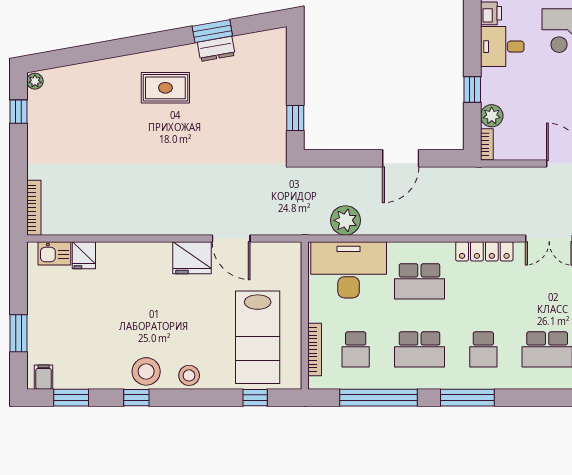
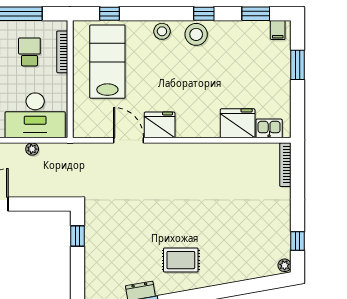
plant: (345, 220) -> (32, 149), width x0.53, depth x0.53
fridge: (84, 255) -> (238, 123), width x1.88, depth x1.34

